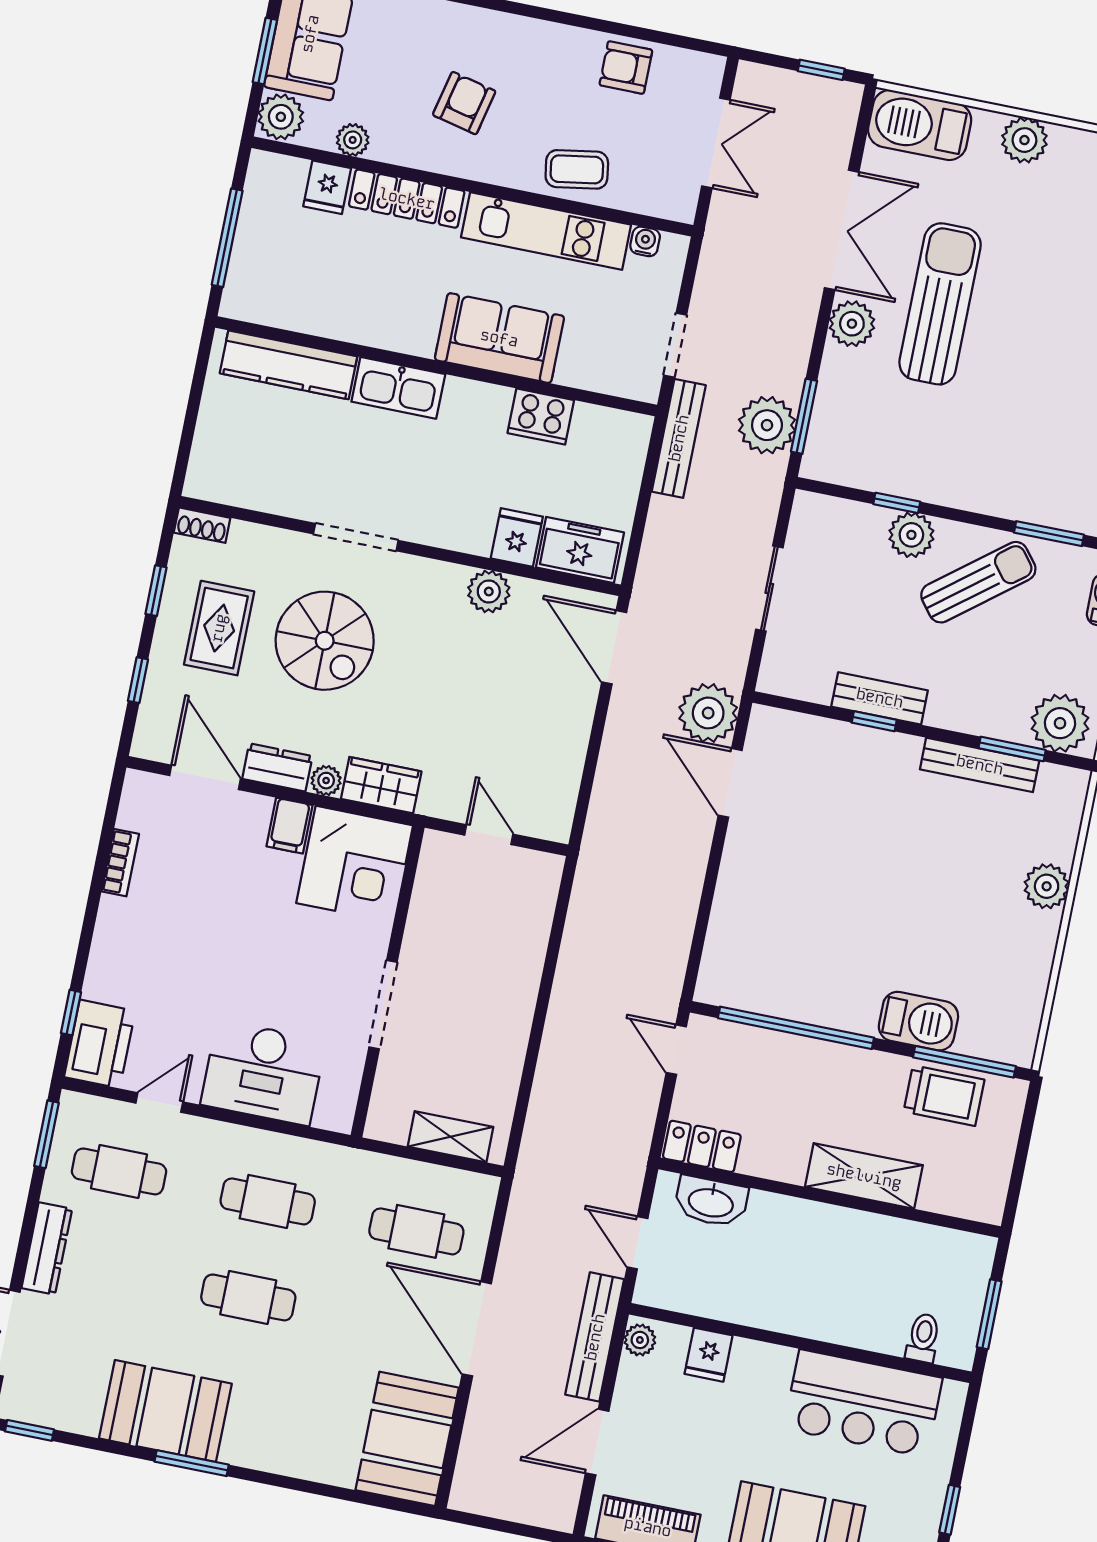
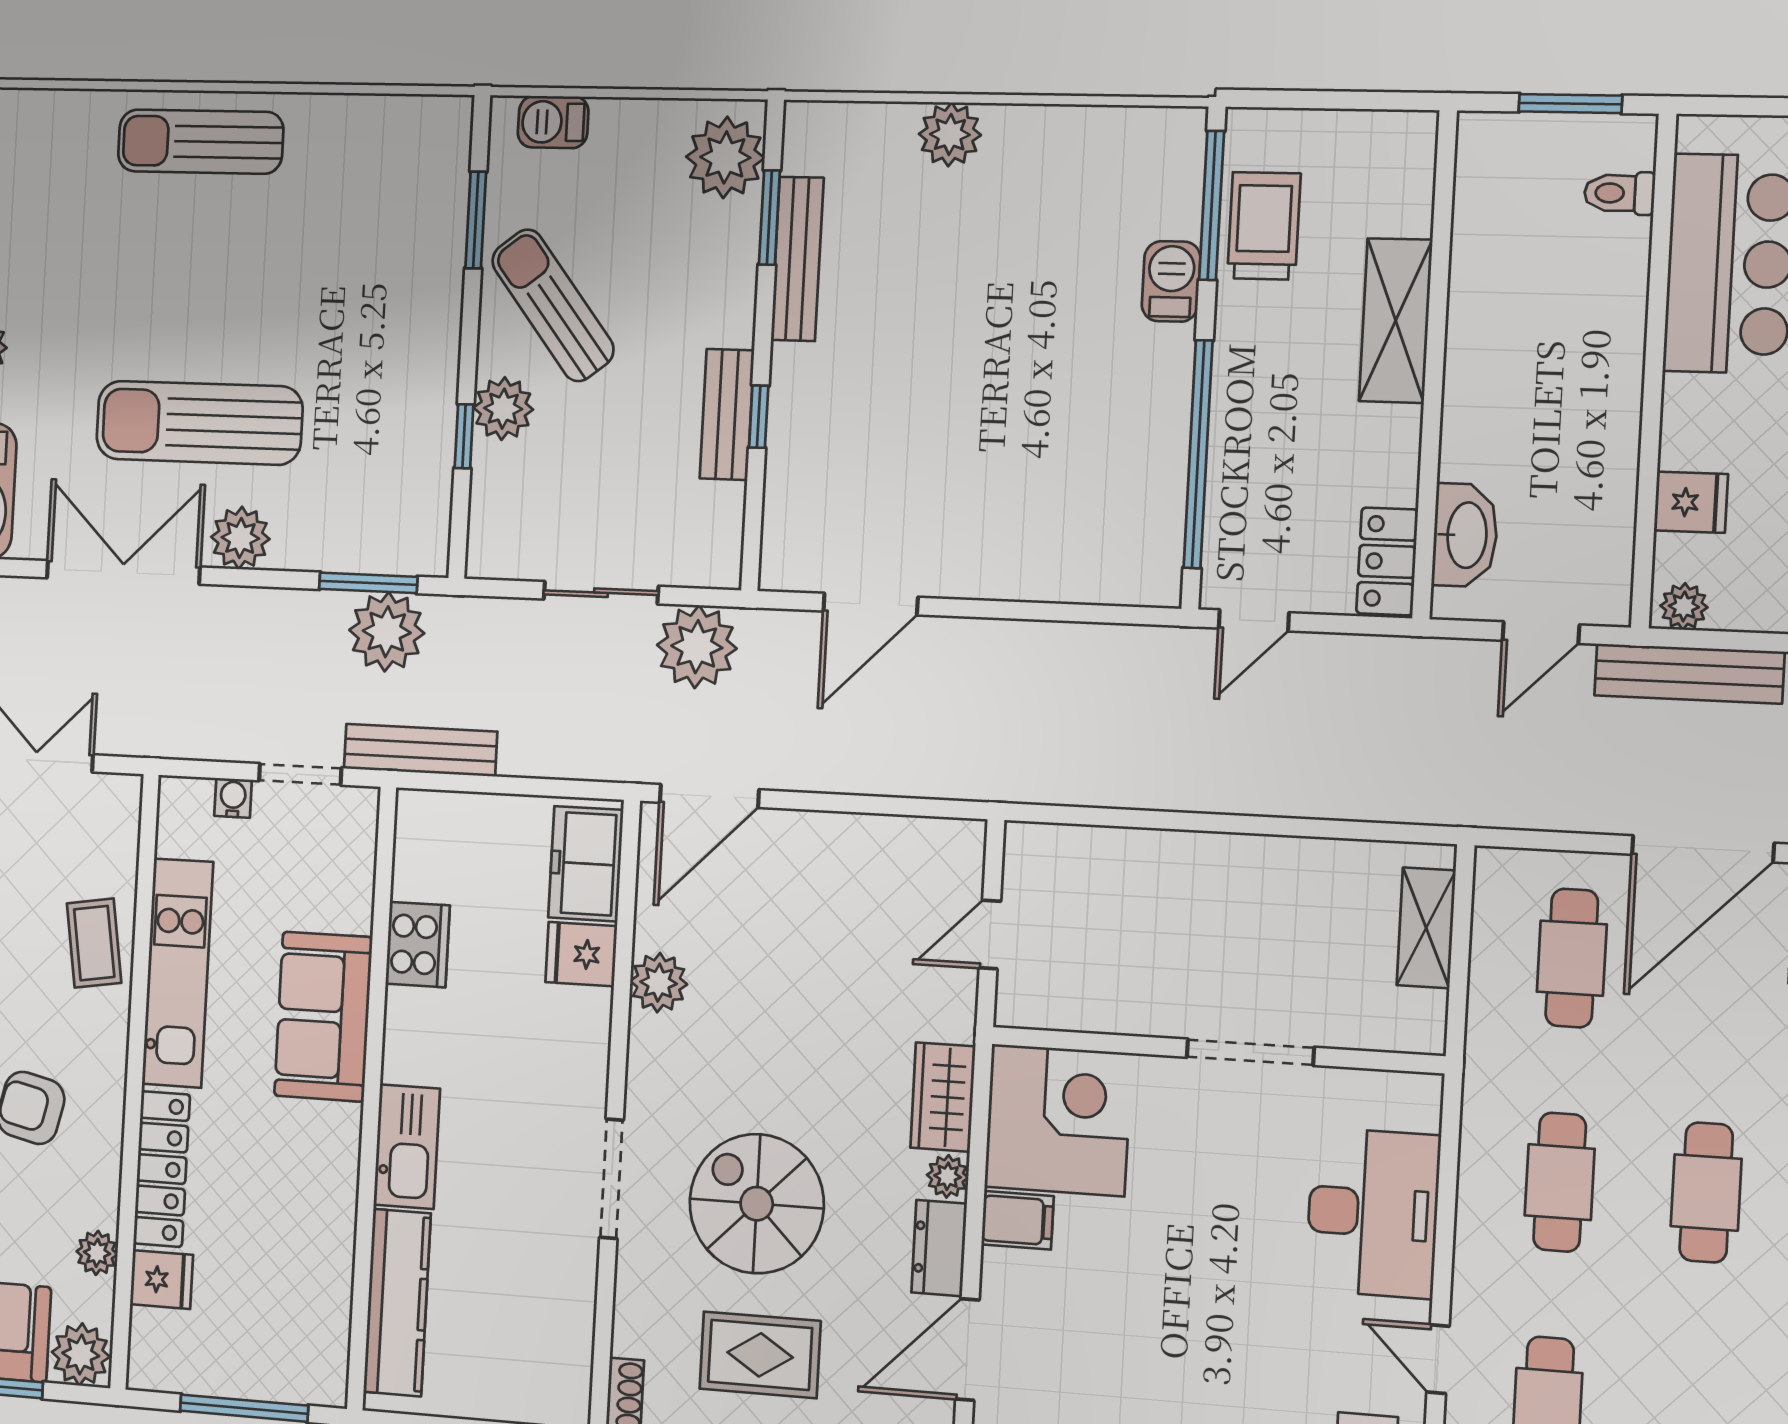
water cooler: (645, 241) -> (233, 798), moved, turned 90
spiral stairs: (325, 641) -> (757, 1204), turned -90
plant: (708, 713) -> (697, 647), moved
barbecue: (918, 1021) -> (1171, 281), width x0.73, depth x0.79

